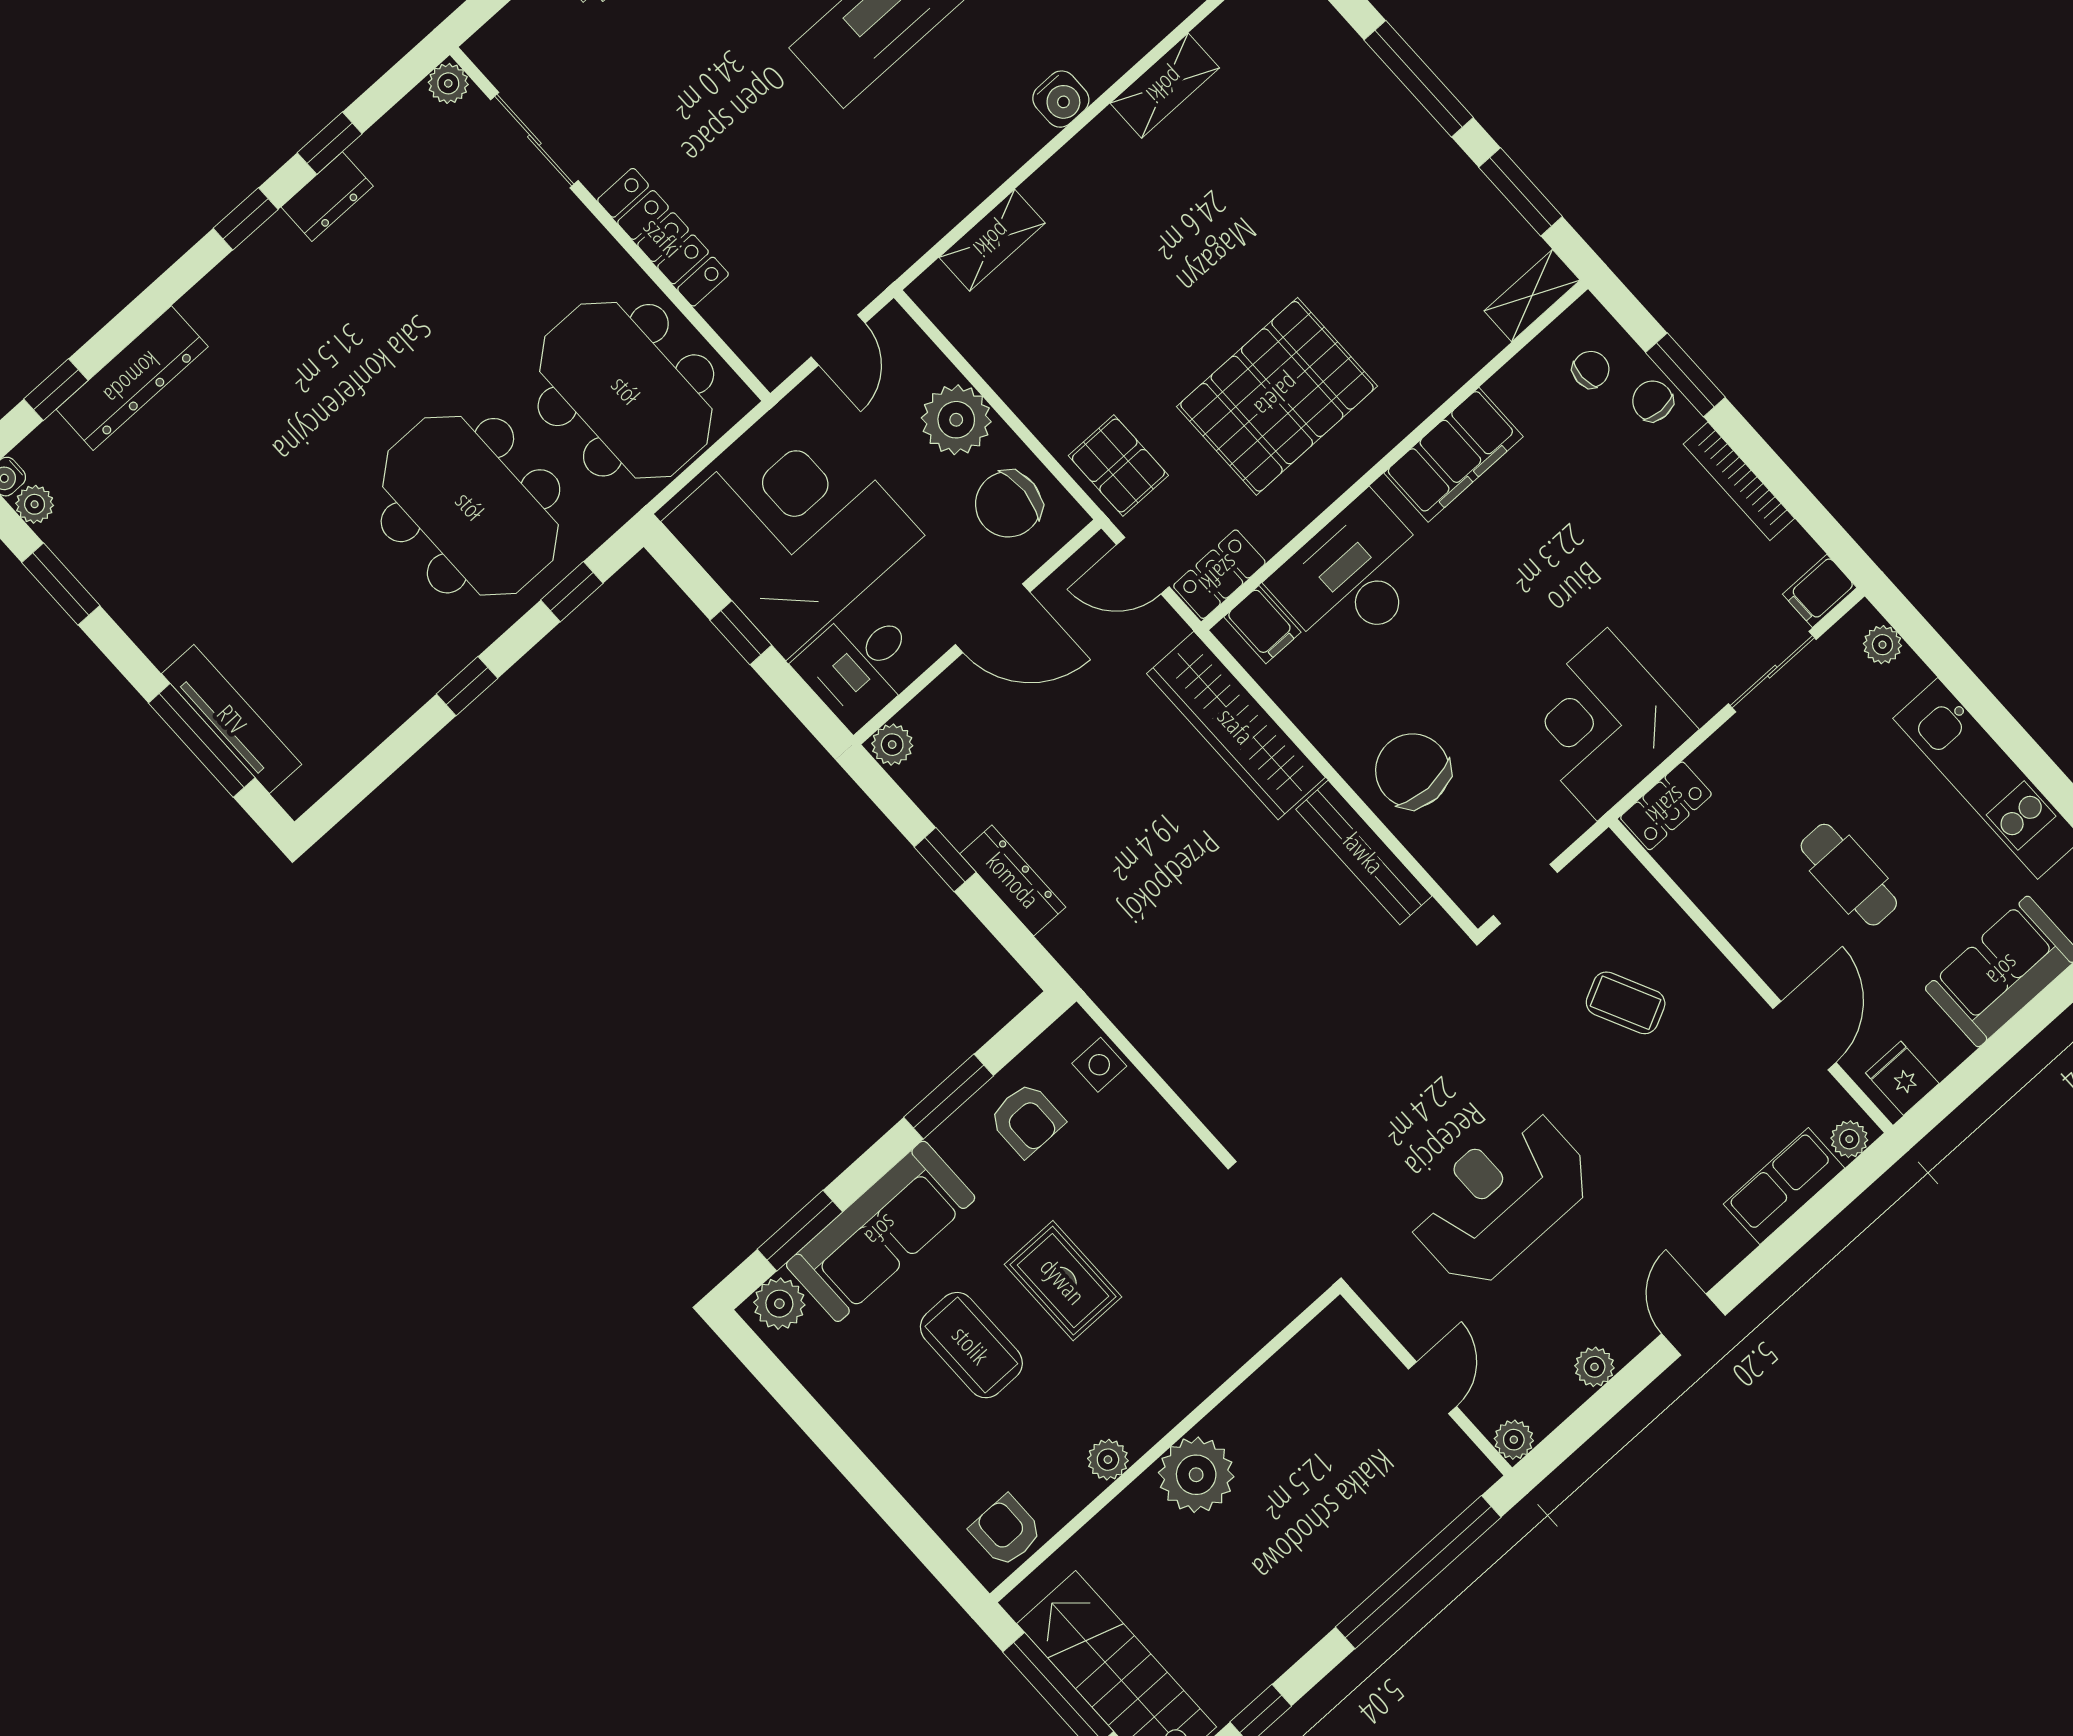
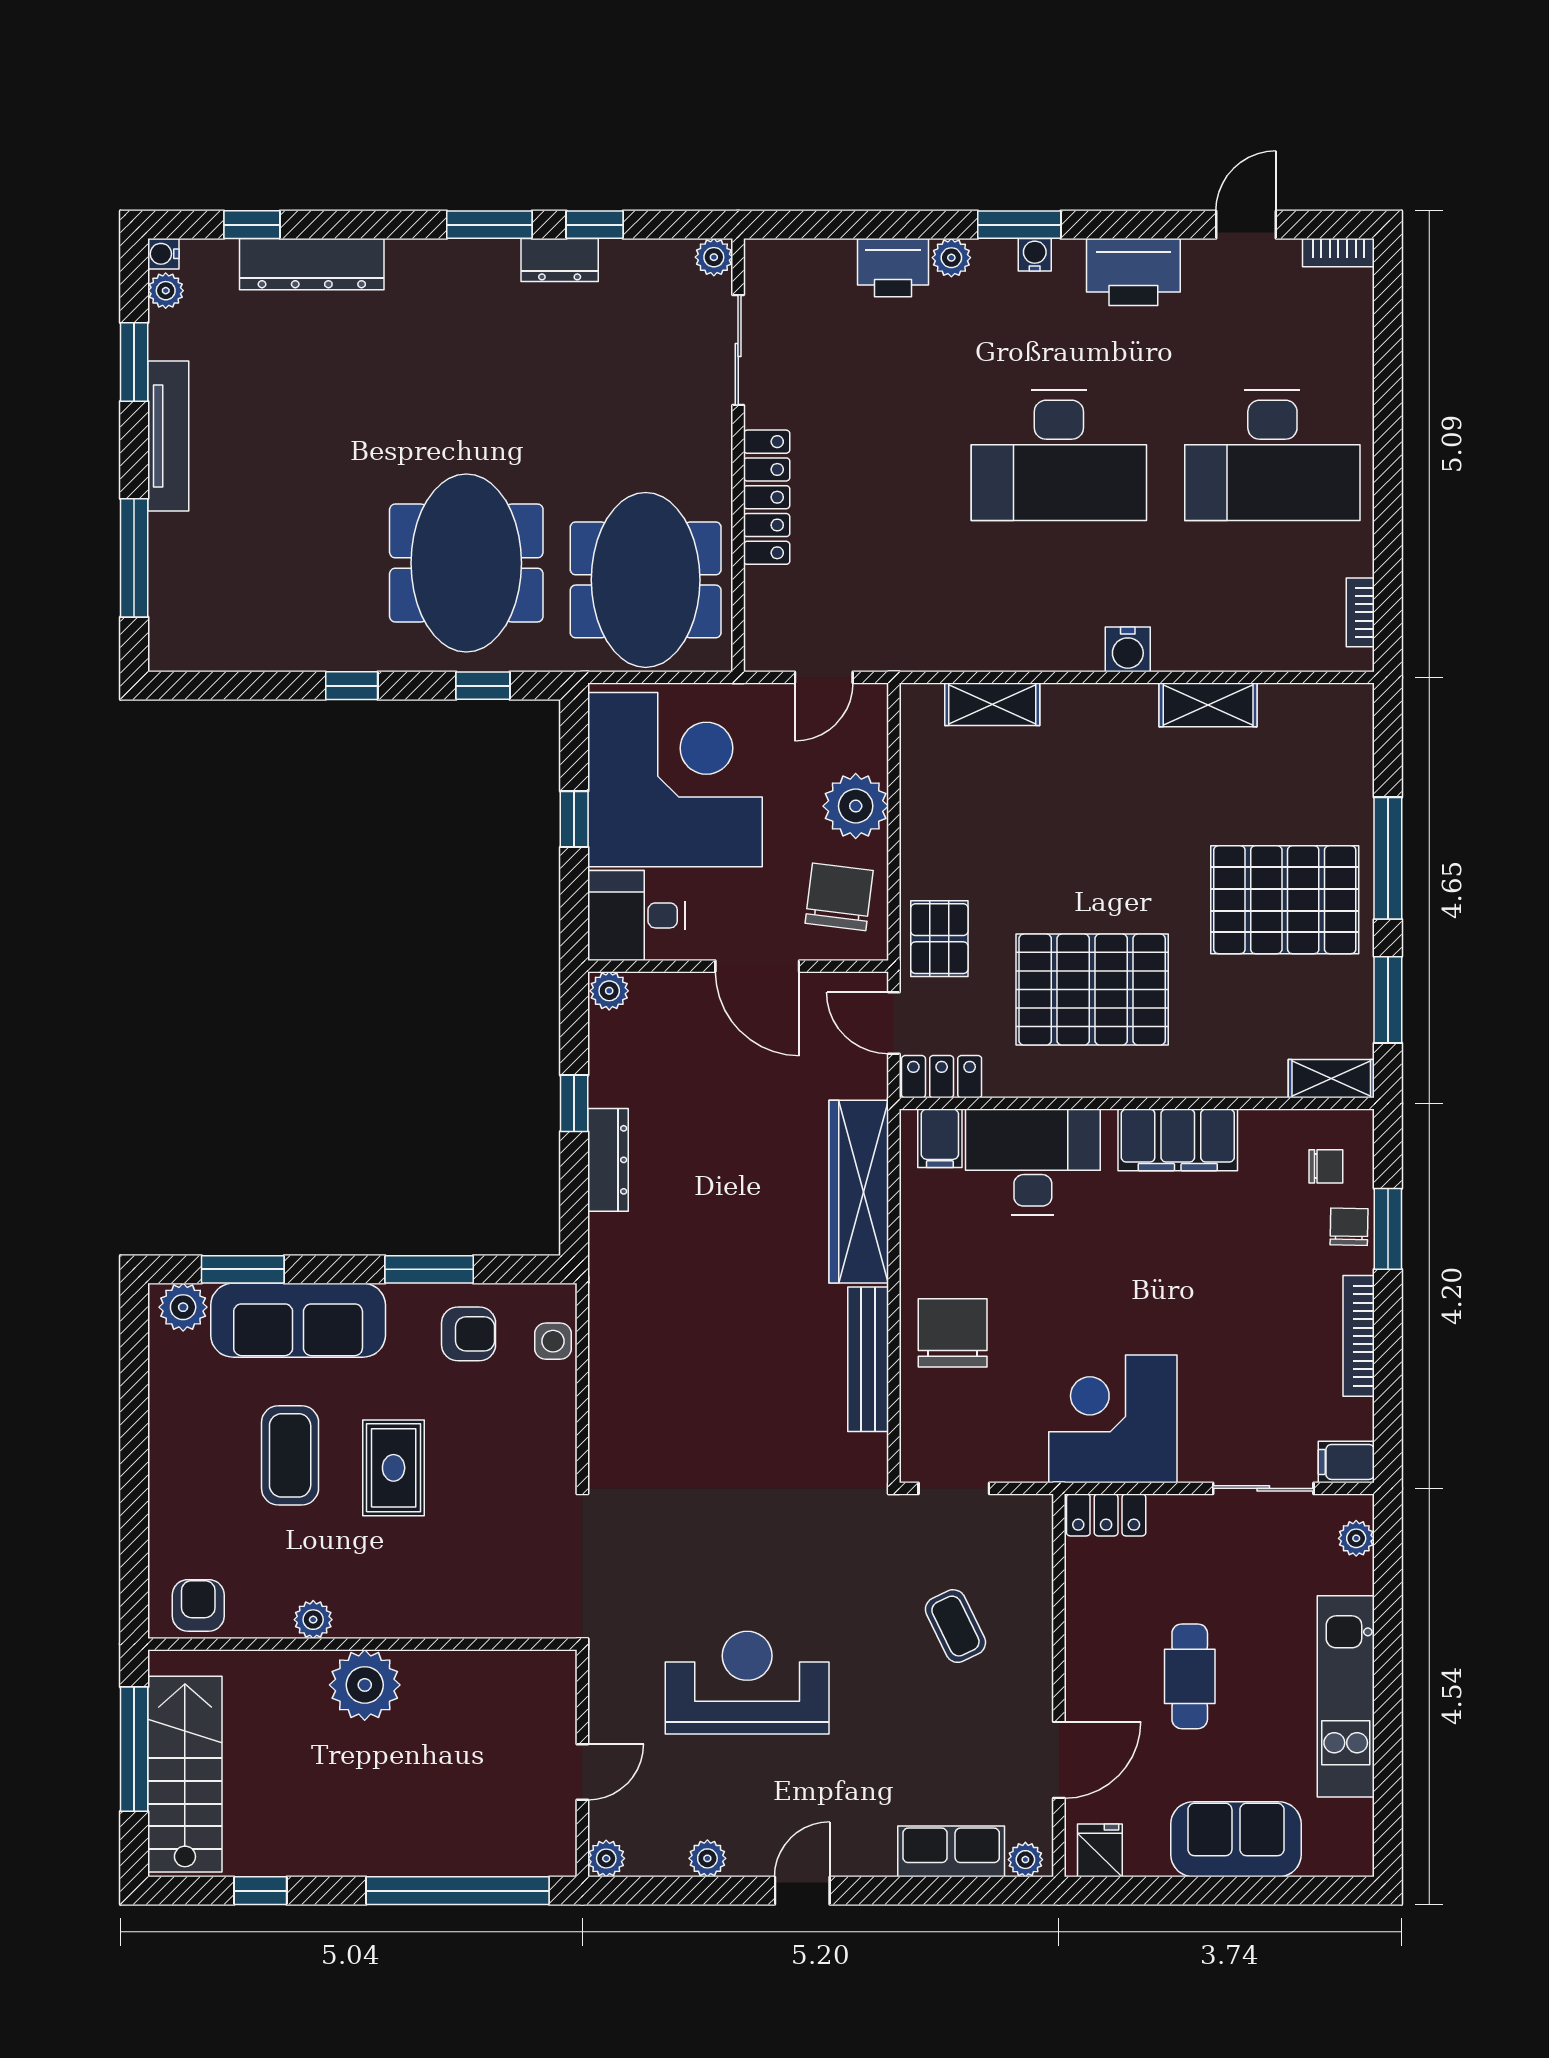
pallet: (1366, 186) -> (1285, 900), added
window: (246, 219) -> (489, 225), width x1.50
chair: (1008, 504) -> (839, 897), turned 94
tv unit: (232, 719) -> (168, 436), moved
armchair: (1027, 1120) -> (469, 1334), turned -90

